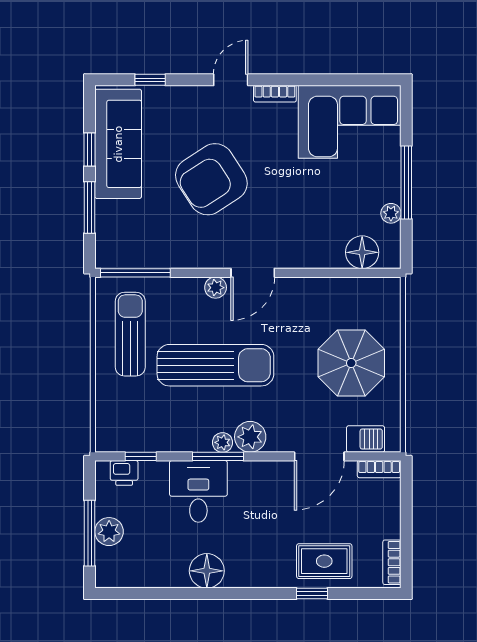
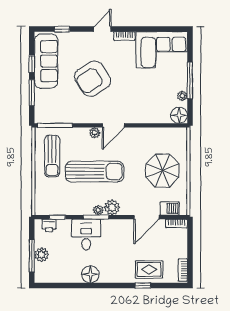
floor lamp: (362, 252) -> (179, 115), moved
sun lounger: (130, 334) -> (52, 156), turned 180

